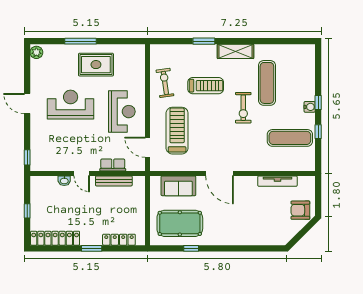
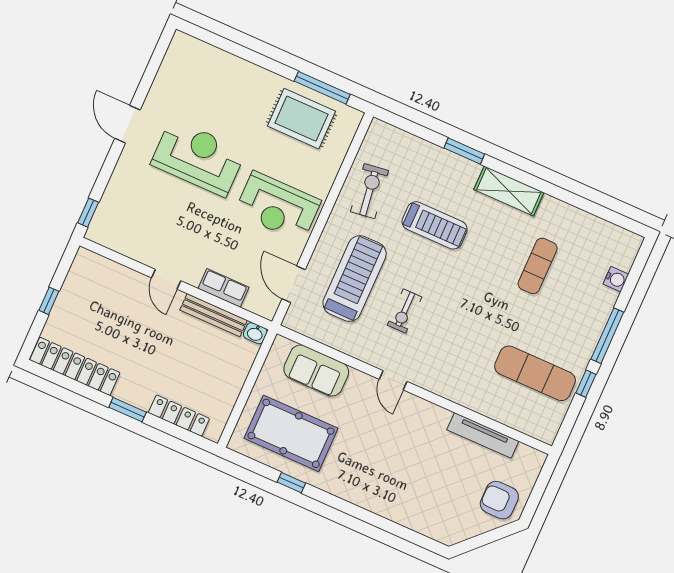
window: (81, 41) -> (322, 88), moved
plant: (36, 52) -> (180, 47), removed
rug: (96, 65) -> (301, 119), moved
exercise mat: (267, 83) -> (538, 266), width x0.73, depth x0.69
window: (318, 103) -> (607, 336), width x2.17
water cooler: (310, 107) -> (616, 279), moved
exercise bike: (243, 108) -> (404, 311), moved, width x0.73, depth x0.72
reception desk: (122, 112) -> (278, 207), turned 90
door: (220, 173) -> (393, 380), width x0.53
washbasin: (64, 181) -> (255, 333), moved

